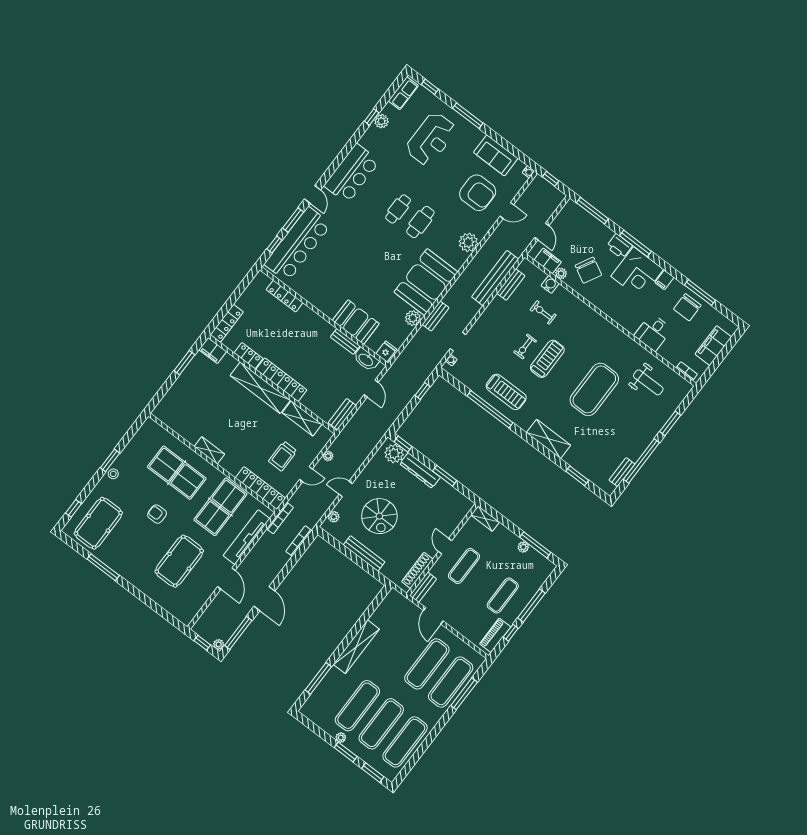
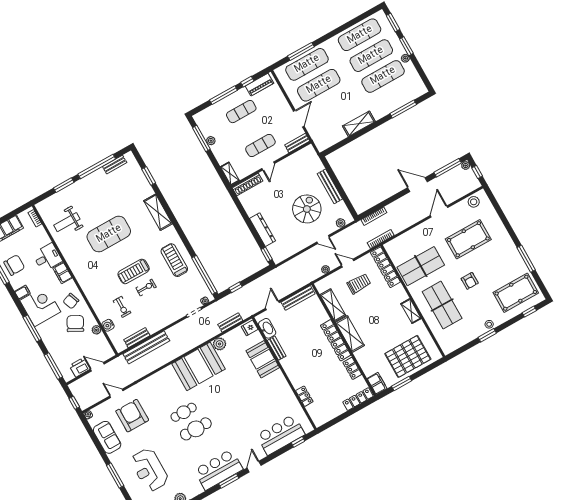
reception desk: (431, 139) -> (149, 470), turned -90
cafe table: (398, 209) -> (196, 429), width x1.37, depth x1.35
window: (293, 220) -> (229, 481), moved
door: (542, 232) -> (97, 367), hinge flipped
plant: (468, 242) -> (155, 382), removed
bar counter: (298, 244) -> (281, 435), width x0.73
printer: (619, 246) -> (80, 367), moved, turned -90
filing cabinet: (548, 261) -> (62, 273), moved
chair: (605, 294) -> (71, 301), added
locker: (285, 296) -> (304, 396), width x0.66
bench: (436, 316) -> (230, 322), moved
weight bench: (648, 382) -> (67, 222), turned -90
shelving: (260, 388) -> (350, 334), width x0.68
pallet: (191, 397) -> (408, 356), added
window: (490, 409) -> (204, 275), moved
bench: (342, 414) -> (298, 298), width x1.36
plant: (394, 454) -> (276, 250), removed
window: (445, 476) -> (246, 218), removed
tv unit: (247, 537) -> (411, 236), removed
shoe rack: (417, 570) -> (248, 184), moved
door: (264, 599) -> (417, 185), hinge flipped
stool: (192, 607) -> (474, 202), added
shelving: (356, 647) -> (359, 124), width x0.68

